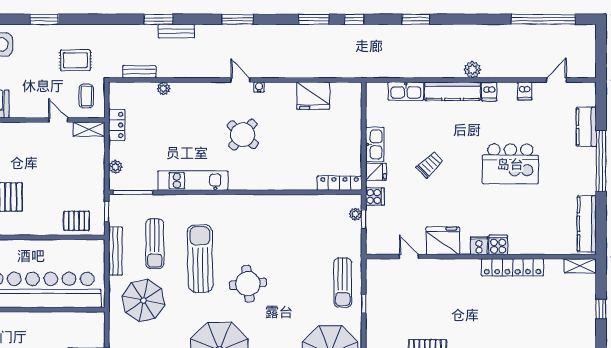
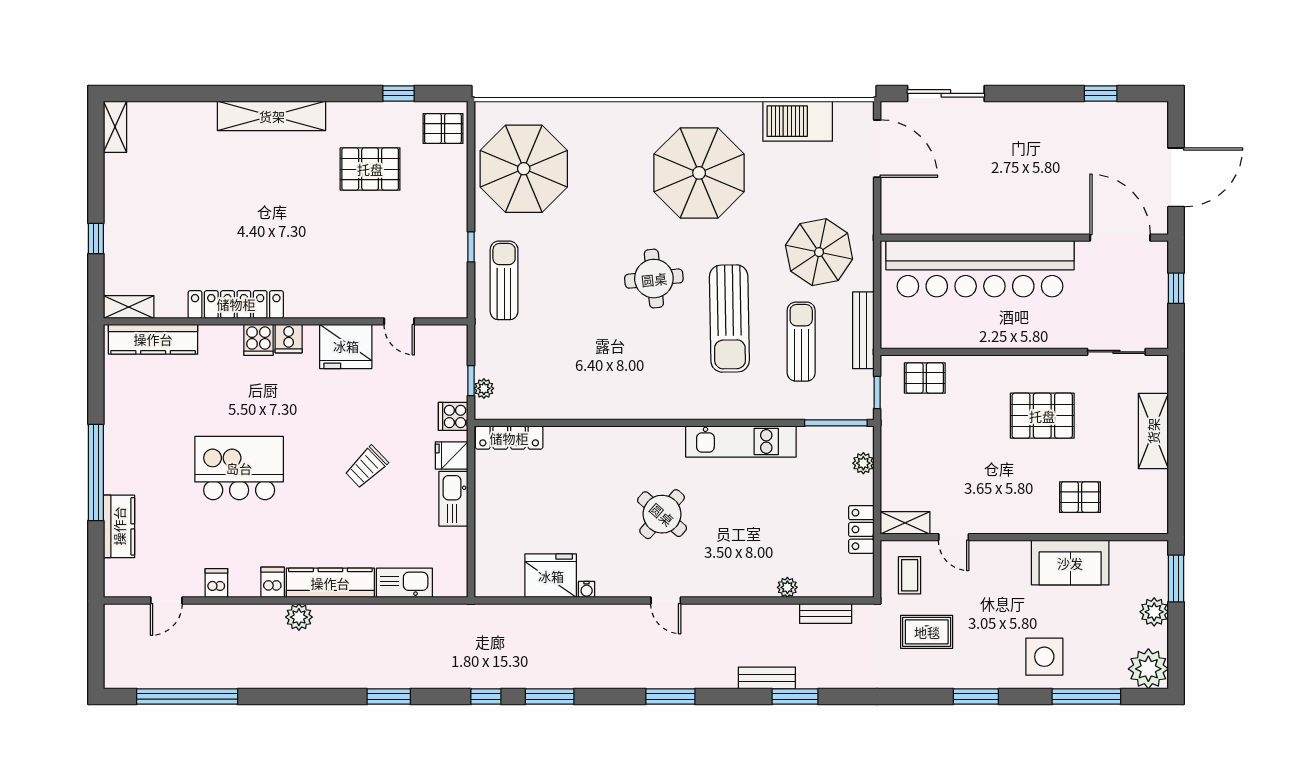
water cooler: (259, 87) -> (587, 589), moved
kitchen counter: (587, 224) -> (153, 339), moved, turned 90

